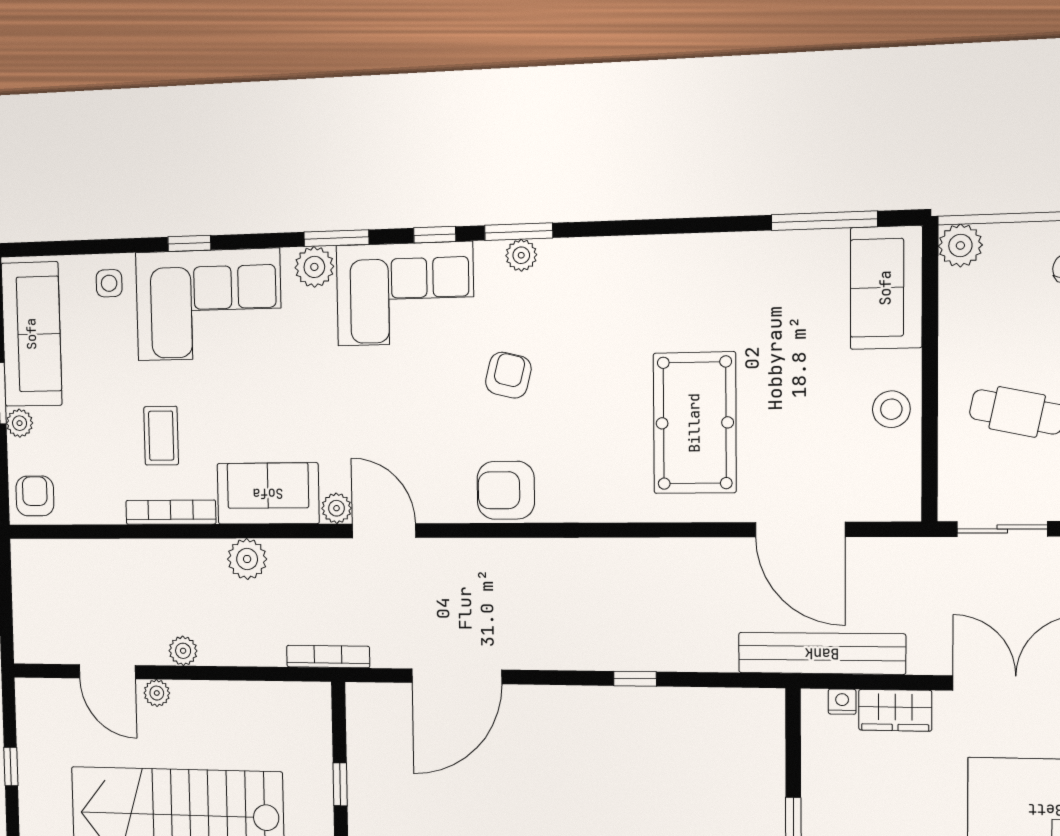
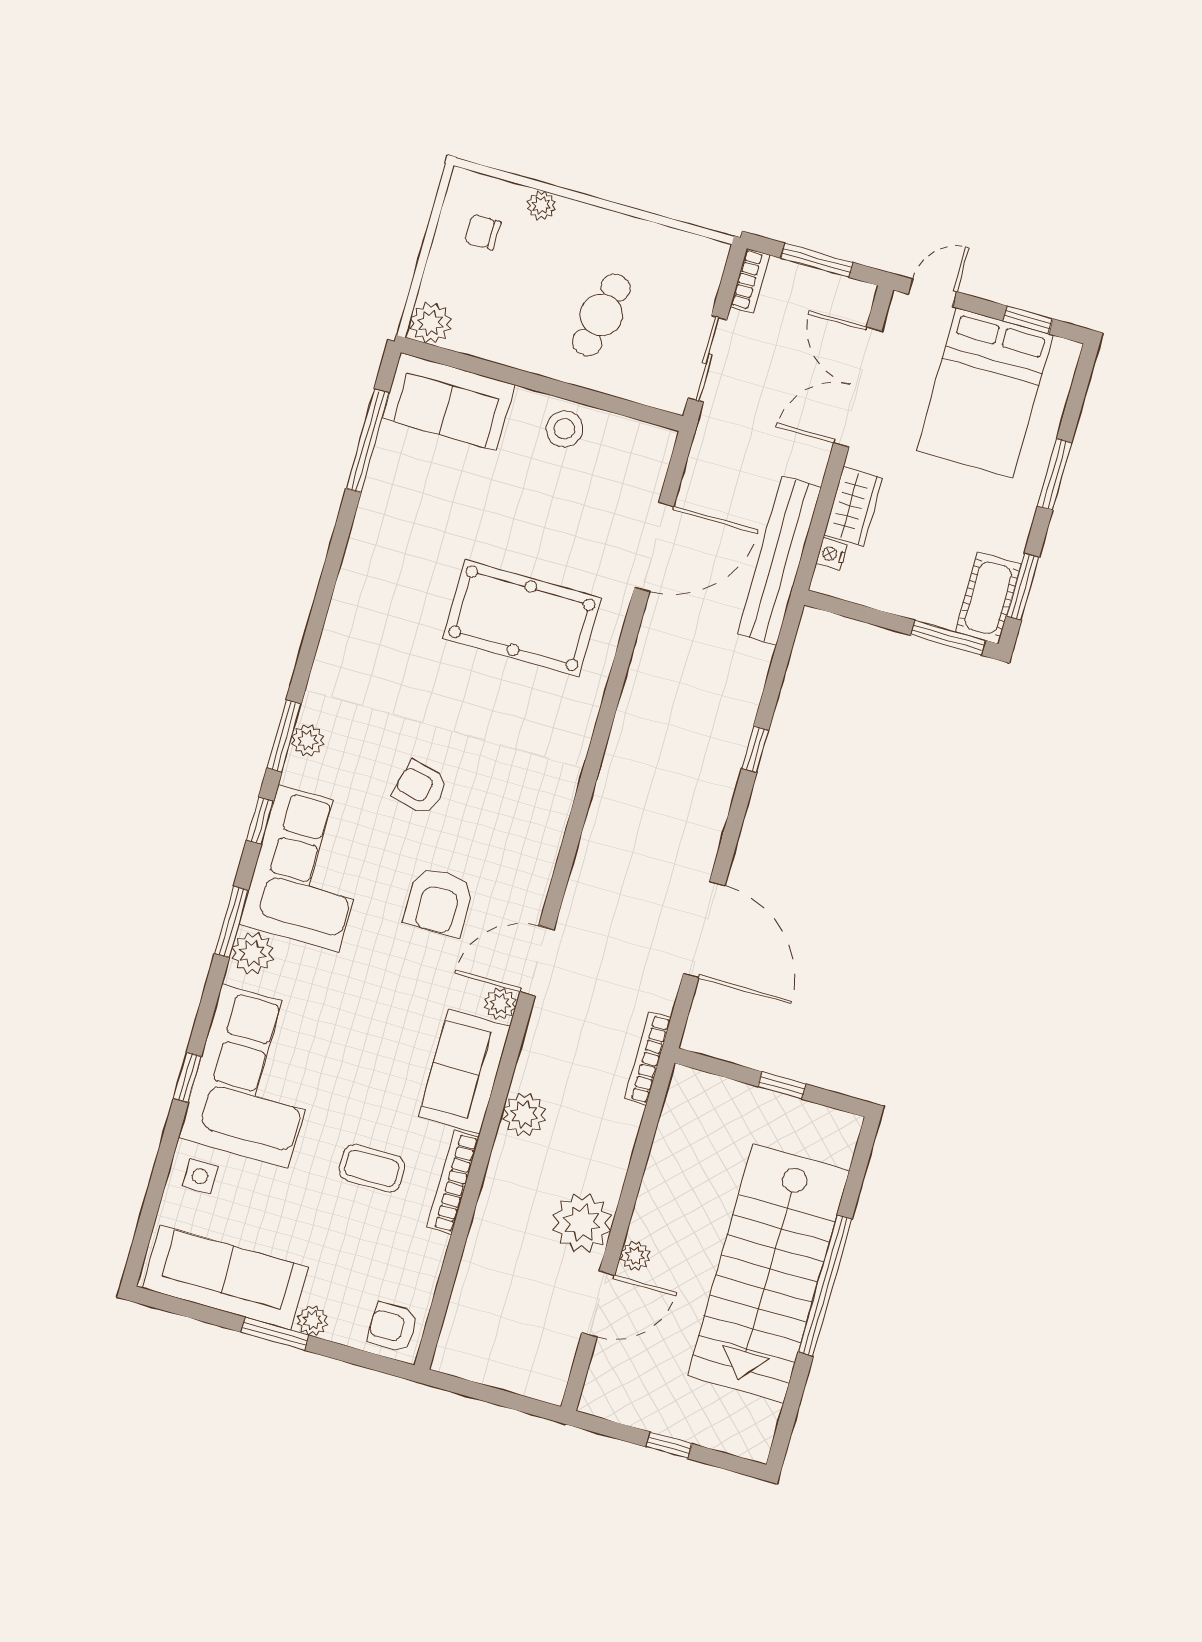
armchair: (506, 490) -> (439, 902), moved
plant: (183, 651) -> (582, 1223), width x1.88, depth x1.88

